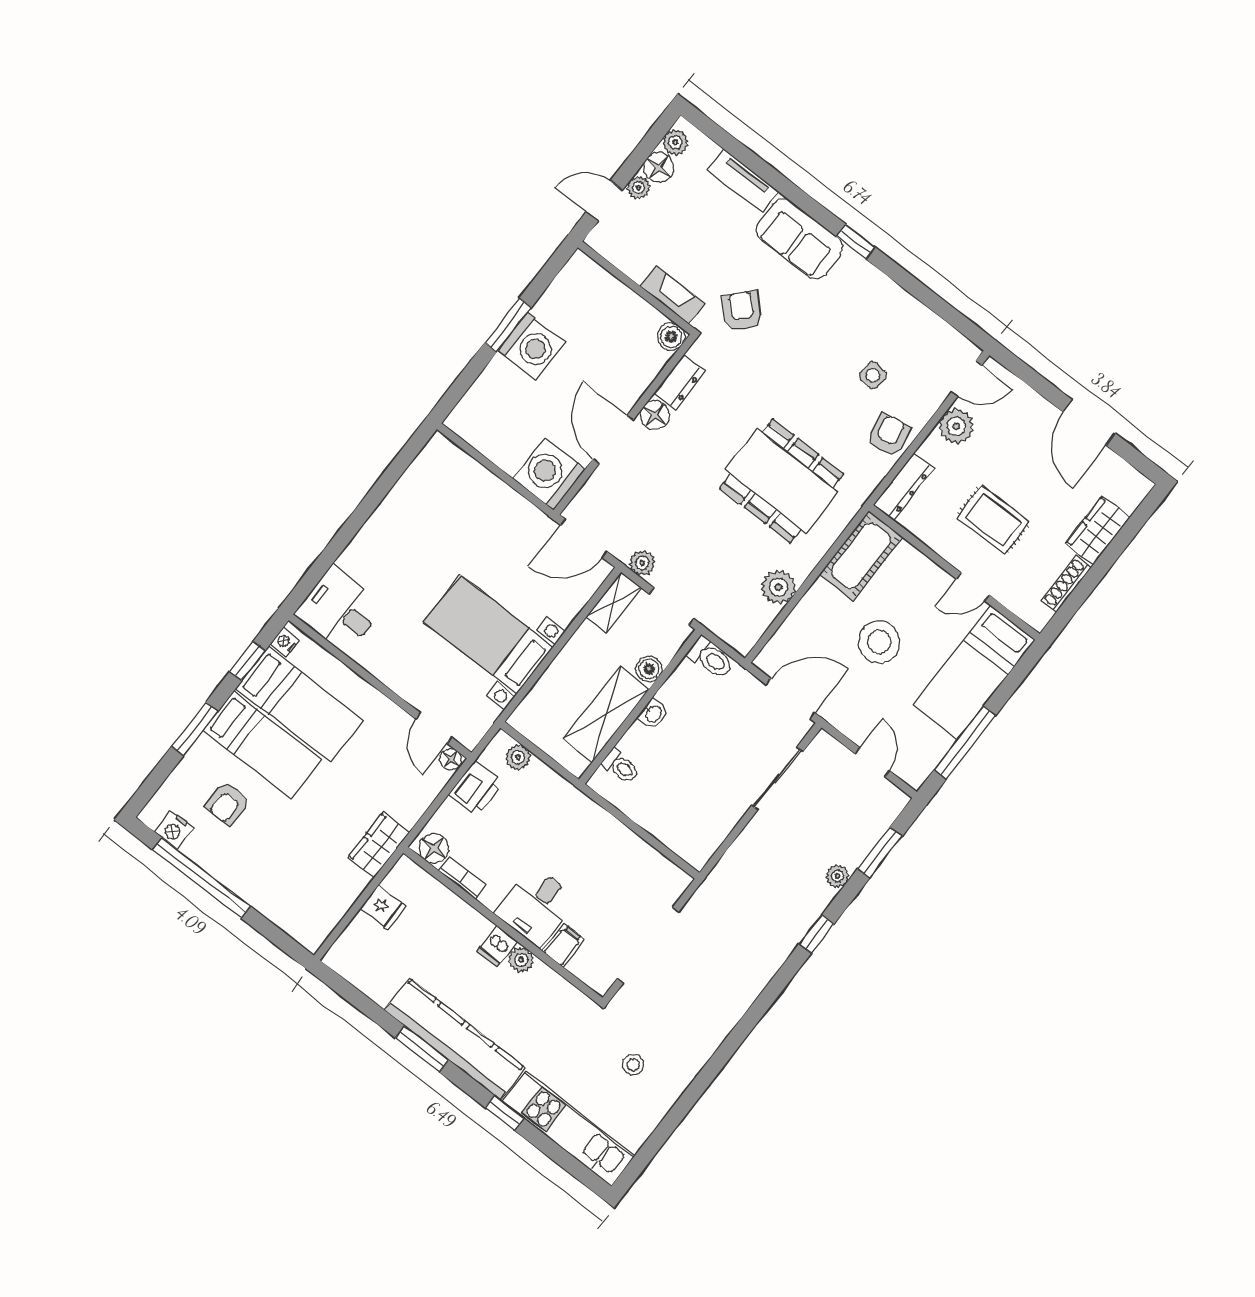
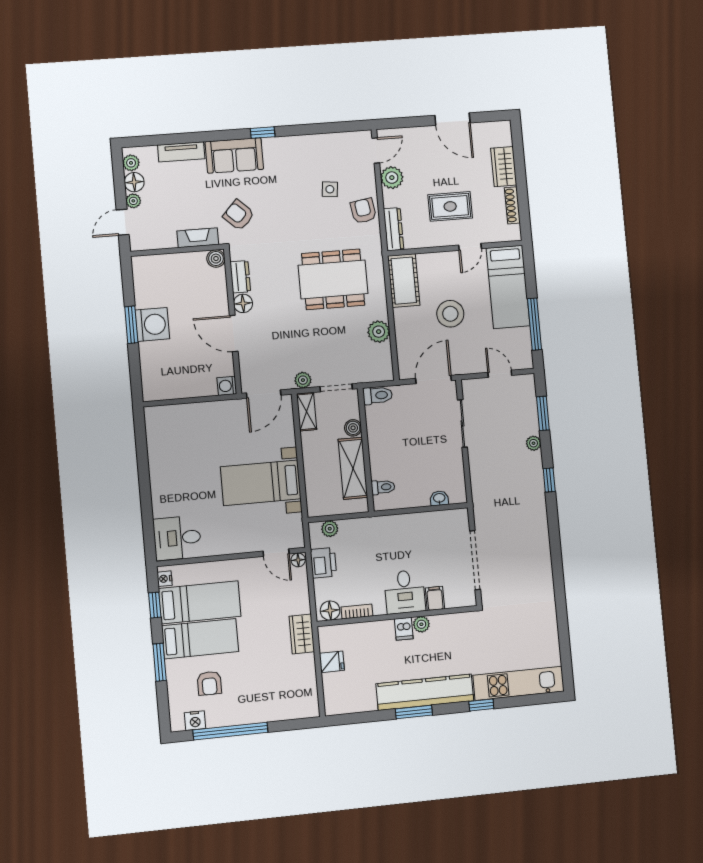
washing machine: (549, 474) -> (227, 386), width x0.53, depth x0.53
washbasin: (653, 714) -> (439, 498), moved, turned -90
stool: (633, 1065) -> (521, 624), removed

